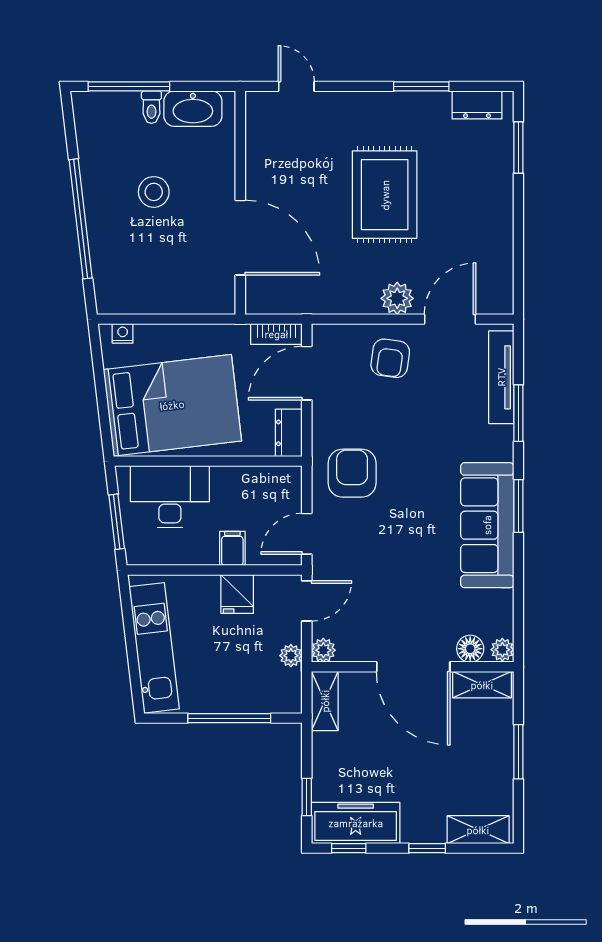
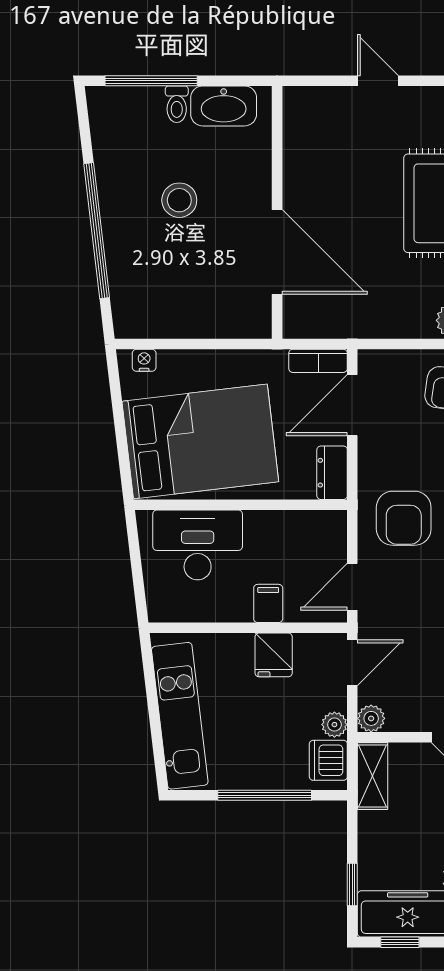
door: (296, 86) -> (378, 81), moved
armchair: (352, 473) -> (404, 518), turned 180
window: (117, 522) -> (137, 573), removed
dishwasher: (285, 687) -> (328, 760), added

